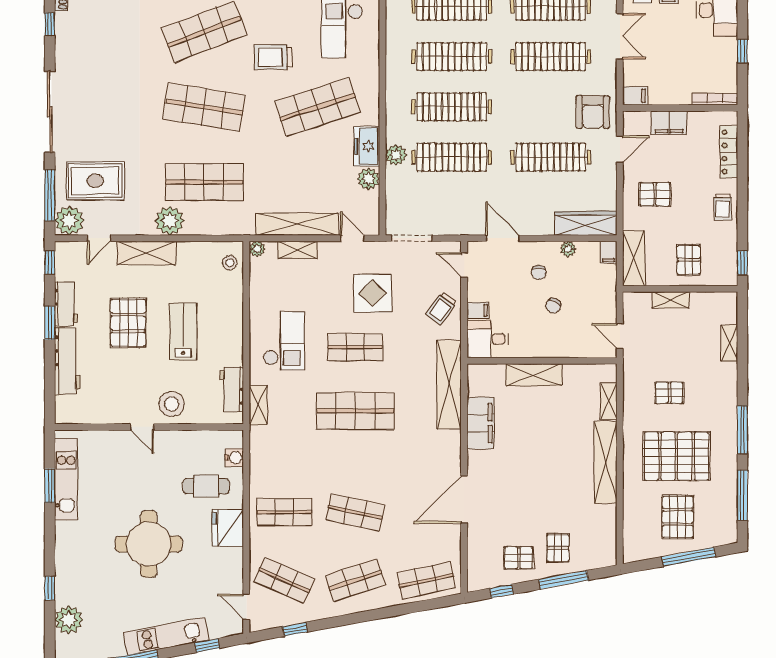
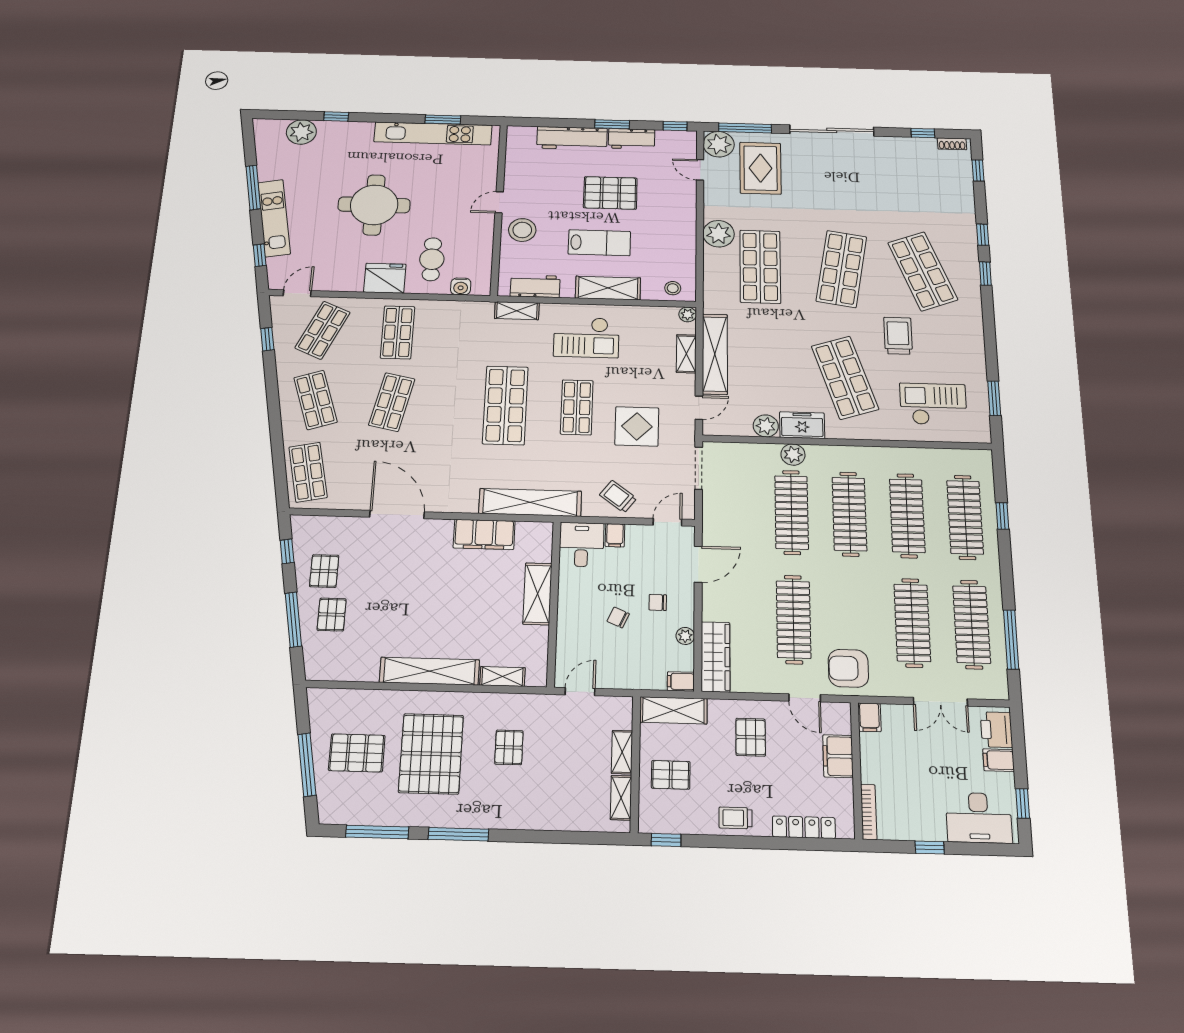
shelving: (147, 253) -> (608, 288), moved, turned 90
shelving: (729, 343) -> (621, 798), moved, turned 90
kitchen unit: (66, 479) -> (433, 133), width x1.36
pallet: (558, 548) -> (332, 615), turned 90

